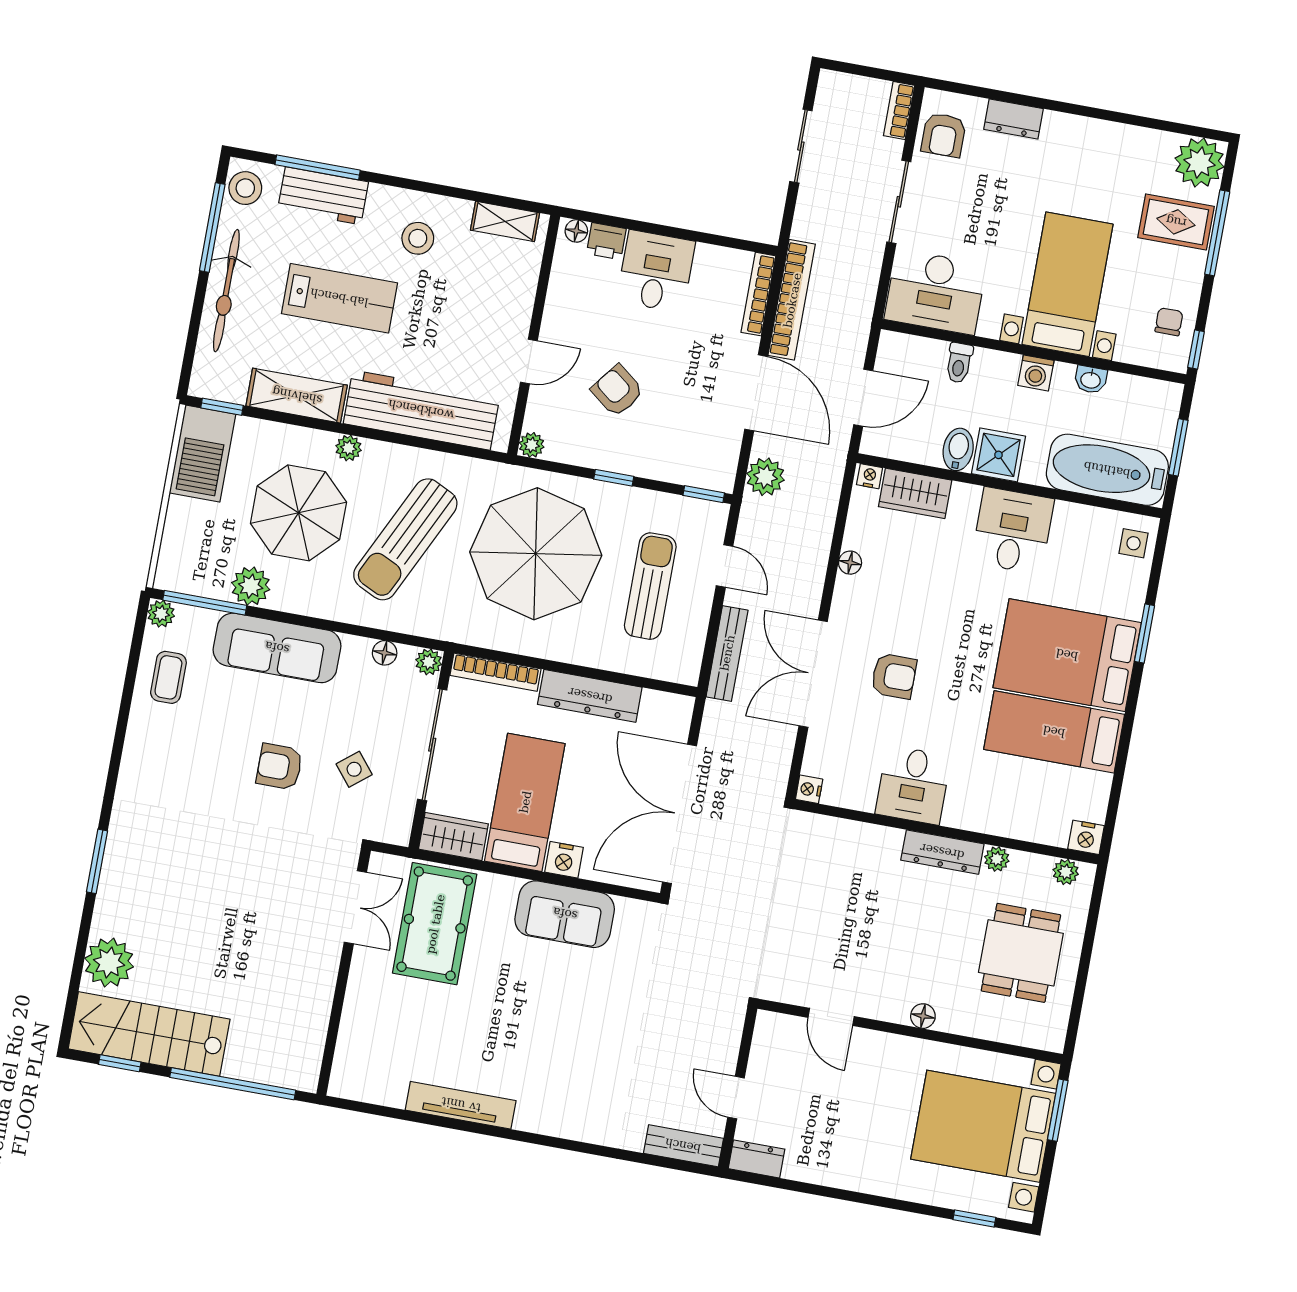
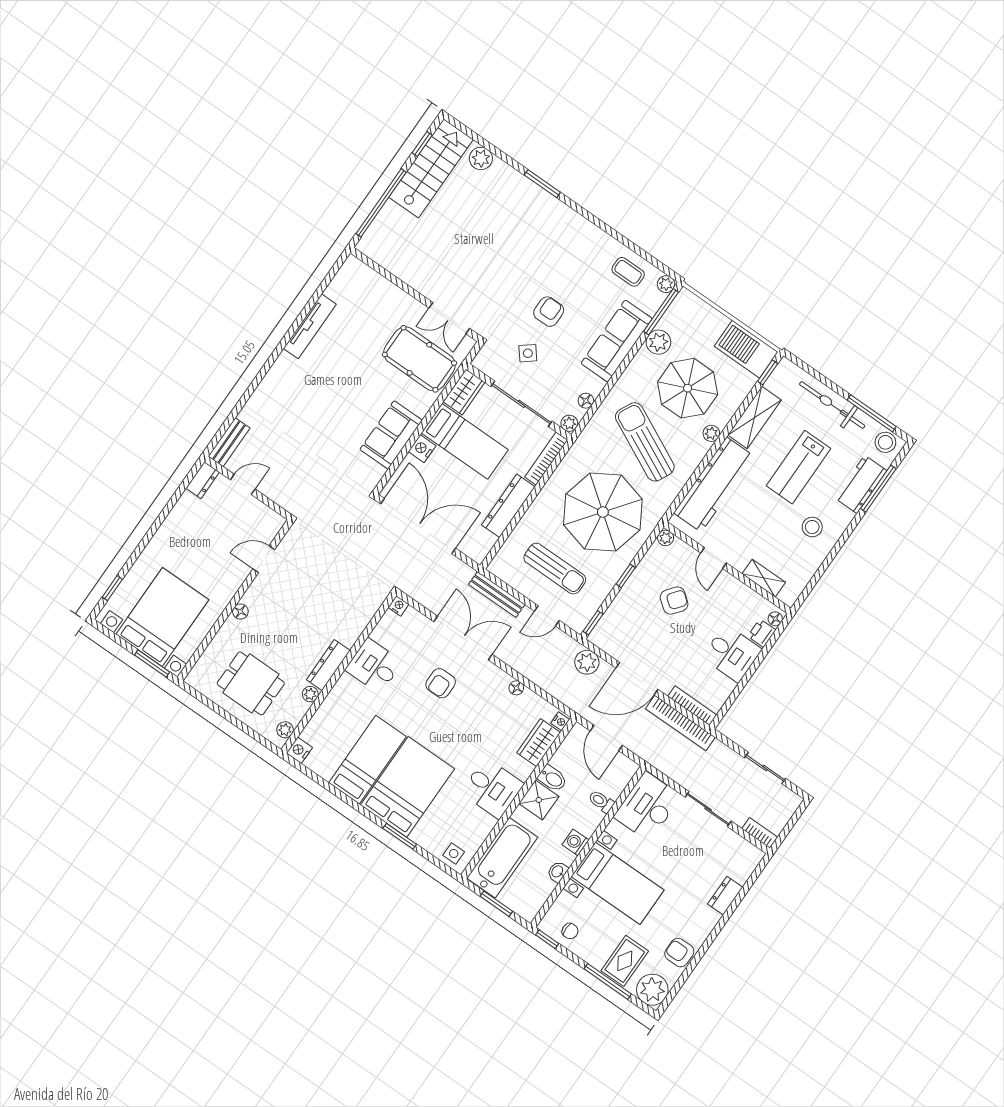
armchair: (944, 135) -> (679, 953), moved
shelving: (505, 221) -> (764, 578), moved, turned 90
plant: (109, 962) -> (481, 158), width x0.73, depth x0.73

